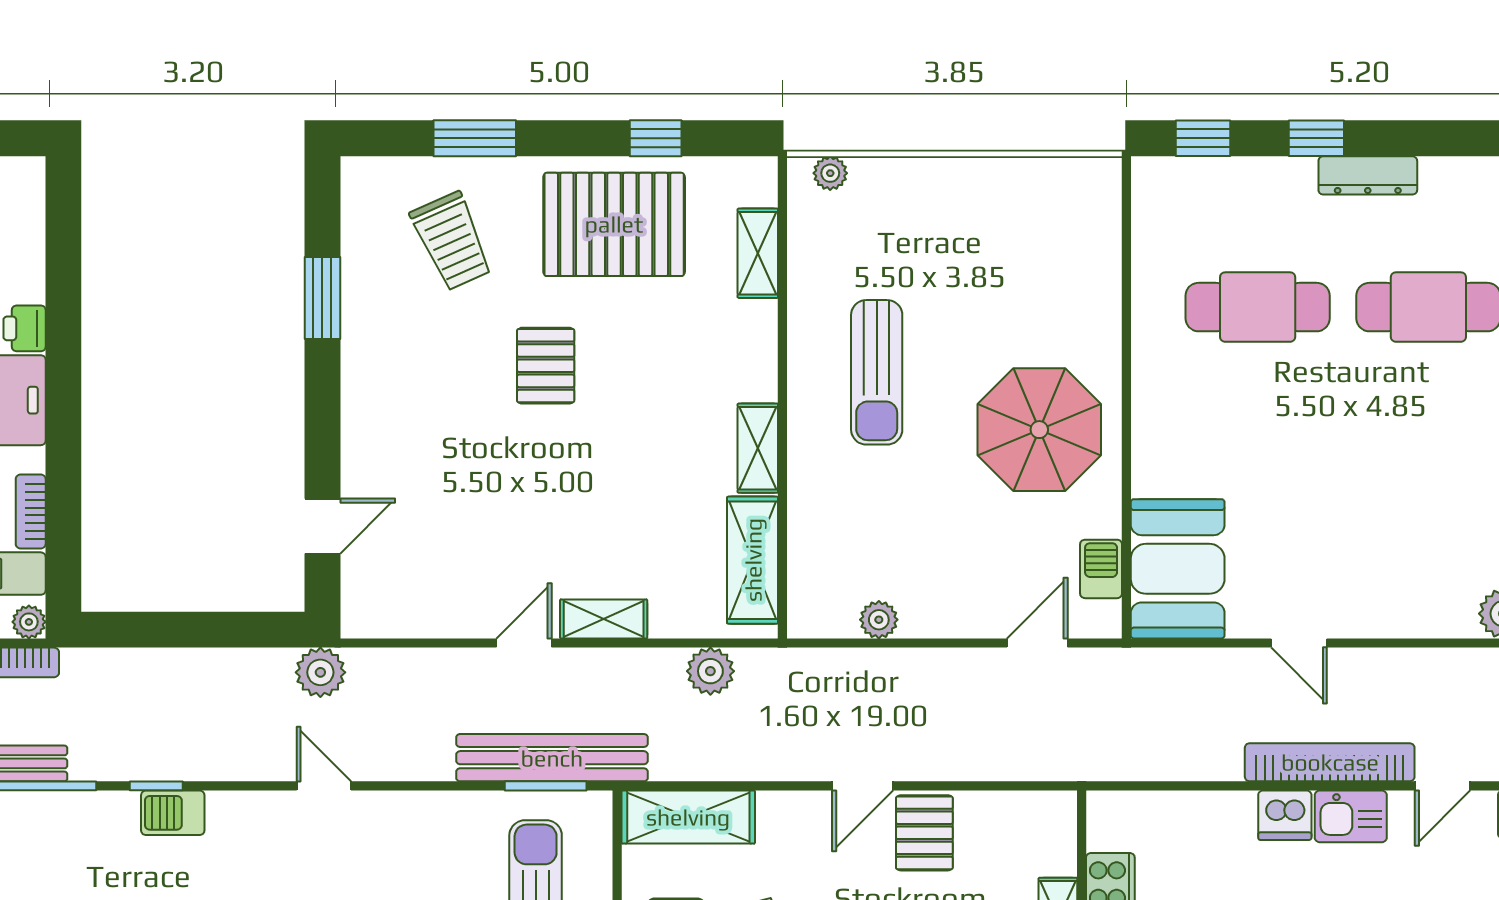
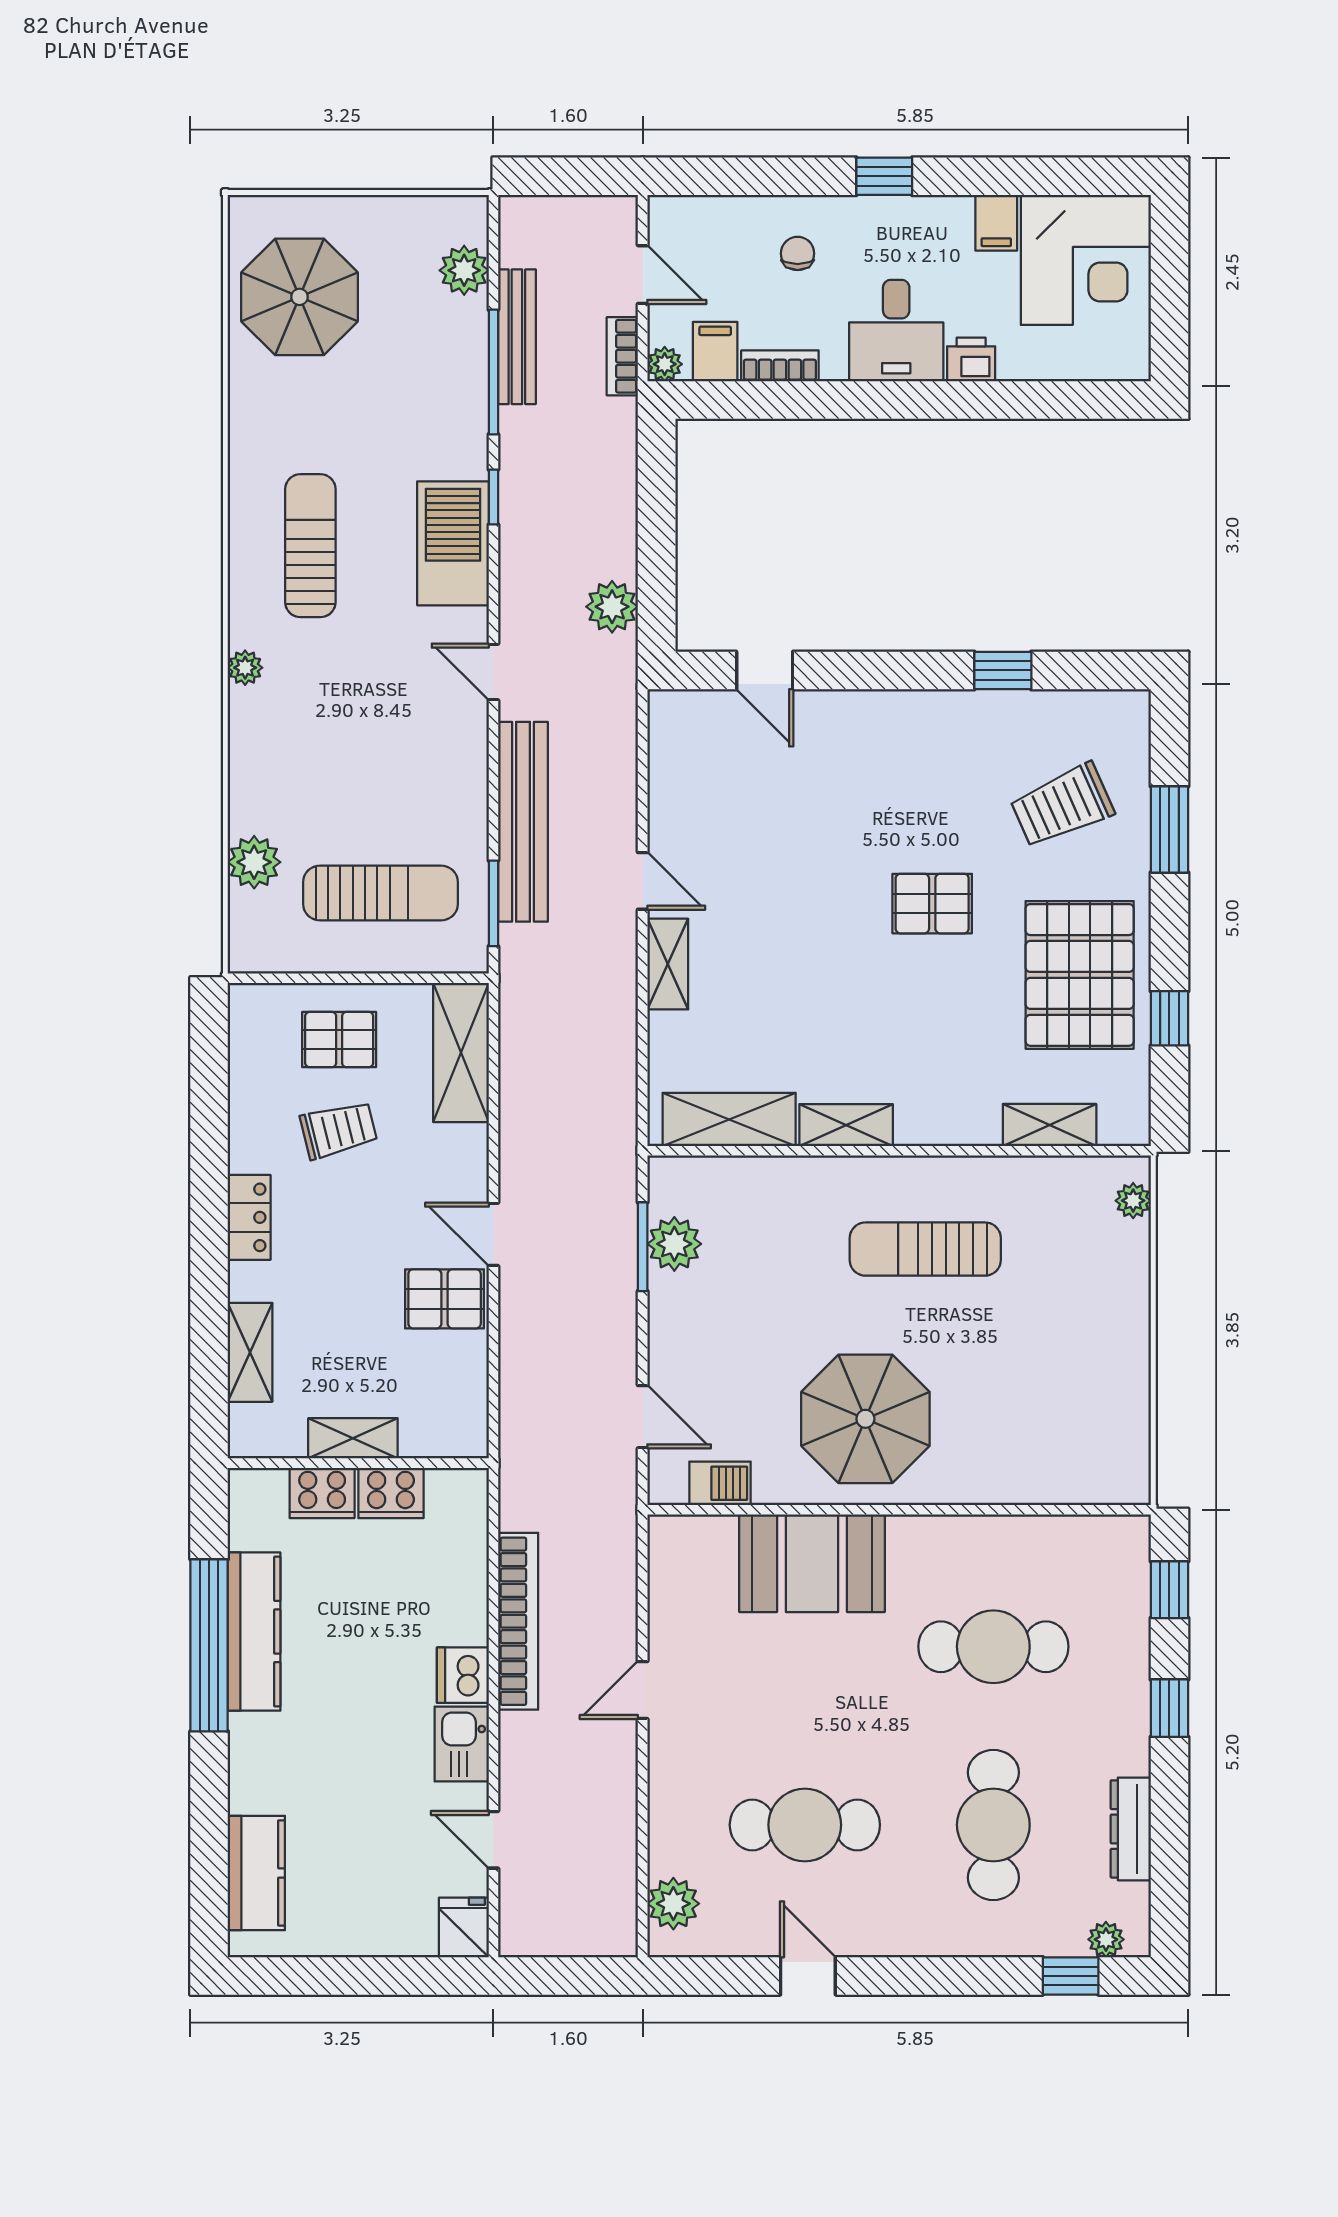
dresser: (1368, 175) -> (1131, 1829), moved
window: (322, 298) -> (1003, 670), width x0.67
cafe table: (1258, 307) -> (993, 1647), turned 90
cafe table: (1428, 488) -> (805, 1825), added
booth: (1178, 569) -> (812, 1563), moved
plant: (879, 620) -> (674, 1244), width x1.38, depth x1.38
window: (874, 643) -> (643, 1247), added
plant: (710, 671) -> (613, 1076), removed
plant: (320, 672) -> (612, 607), moved
bench: (552, 758) -> (523, 822), moved
bookcase: (1330, 762) -> (518, 1621), moved
door: (324, 786) -> (493, 672), swing flipped
barbecue: (173, 813) -> (453, 543), width x1.88, depth x1.53

